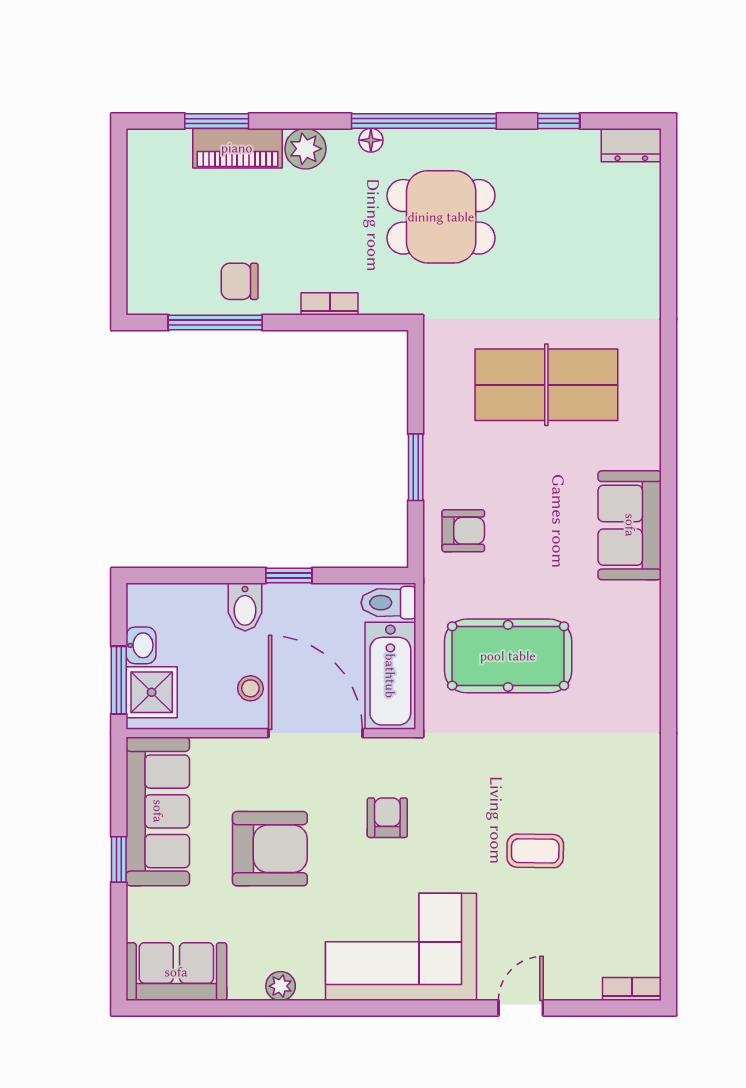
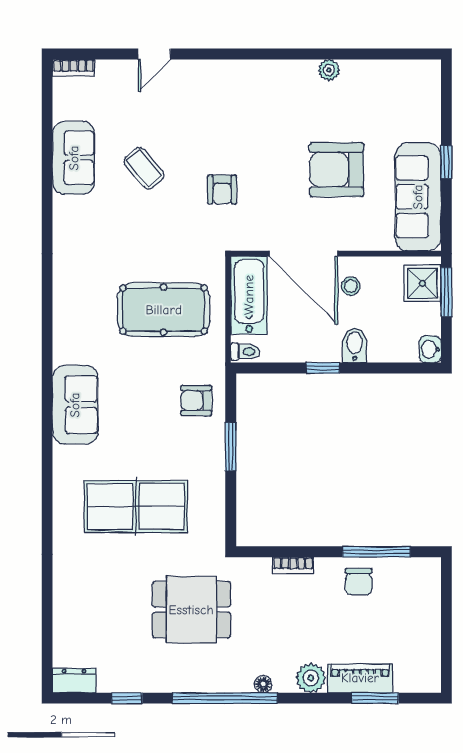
dining table: (441, 217) -> (191, 610), moved
chair: (240, 281) -> (359, 582), turned 90
toilet: (388, 603) -> (245, 352), width x0.73, depth x0.72
washbasin: (141, 645) -> (430, 349), moved
armchair: (387, 818) -> (222, 189), moved
coffee table: (535, 851) -> (144, 168), turned 49
corner sofa: (401, 947) -> (241, 98), removed
sofa: (176, 972) -> (74, 158), moved, turned -90

